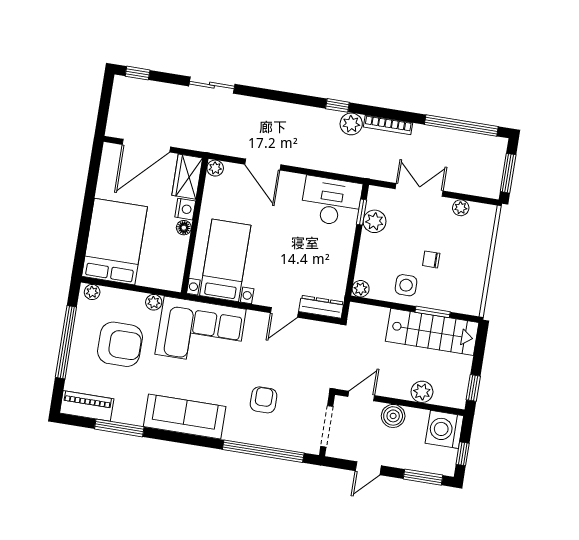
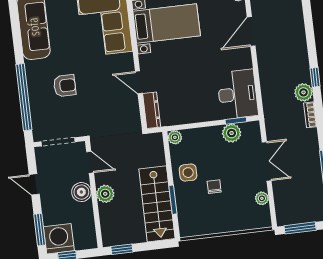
bookcase: (388, 125) -> (310, 115), width x0.64
plant: (422, 392) -> (105, 194), moved
washing machine: (444, 429) -> (59, 239), moved

